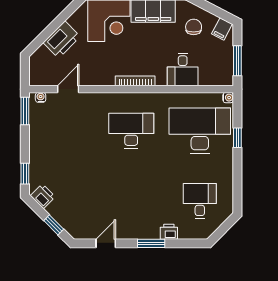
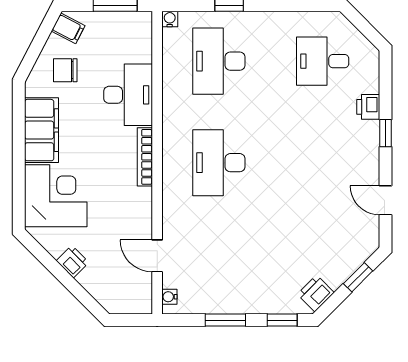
printer: (62, 40) -> (73, 262), width x0.53, depth x0.68
desk: (183, 69) -> (128, 95), width x1.37
window: (25, 111) -> (225, 320), moved
desk: (200, 131) -> (219, 61), width x0.73, depth x0.77
window: (151, 243) -> (386, 133), width x0.67

